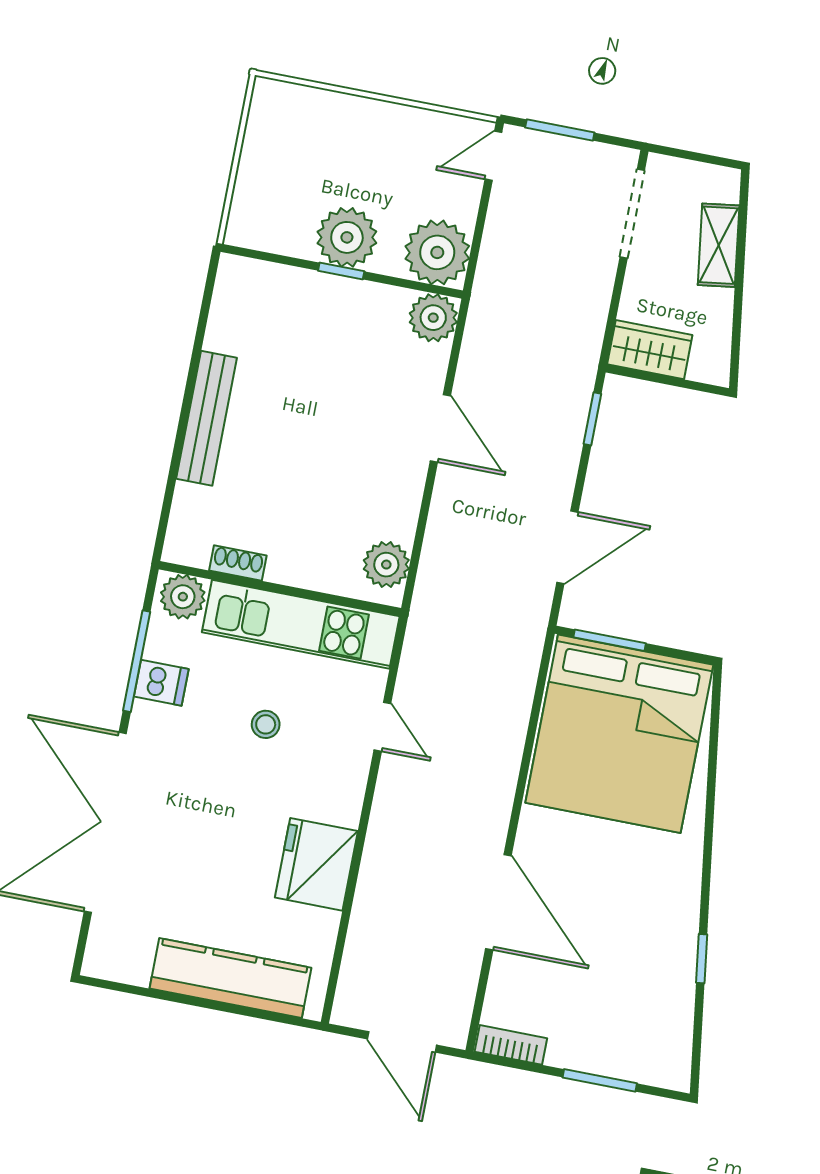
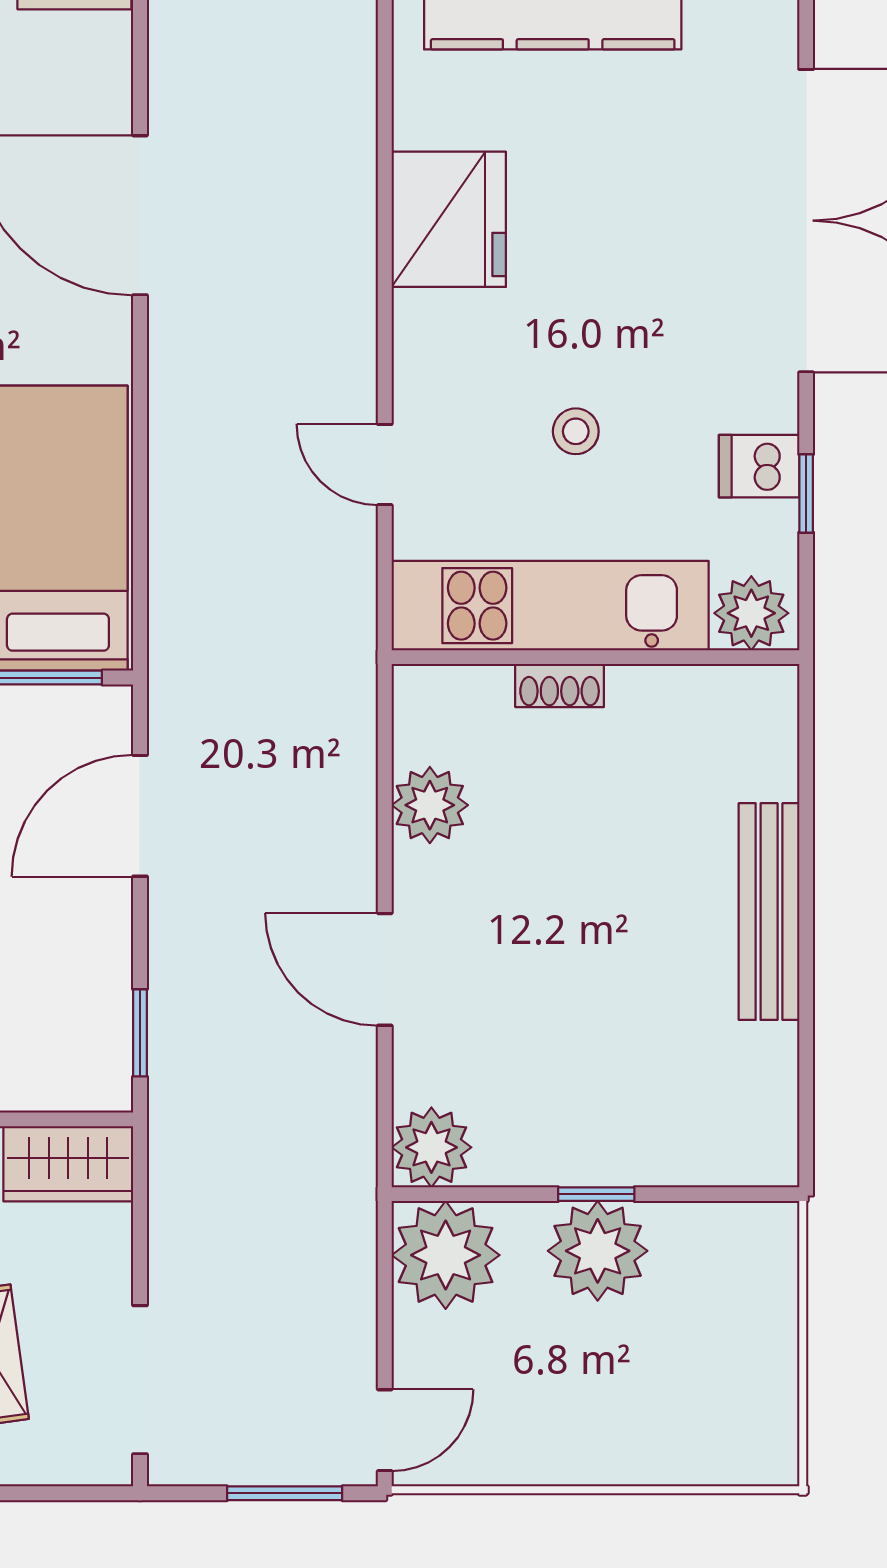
shoe rack: (238, 563) -> (560, 685), moved
plant: (386, 565) -> (430, 805), moved
window: (137, 661) -> (806, 493), width x0.46

